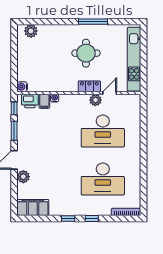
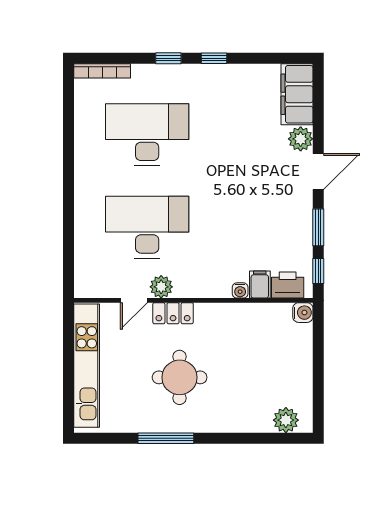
filing cabinet: (33, 207) -> (297, 94), moved, turned 90

